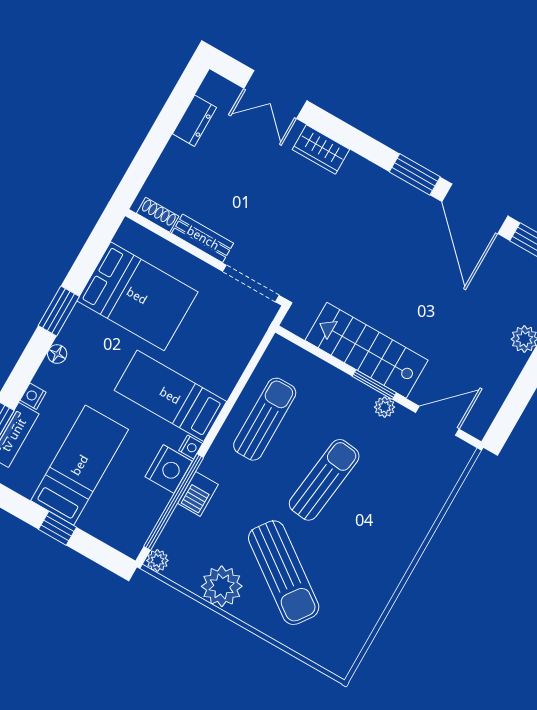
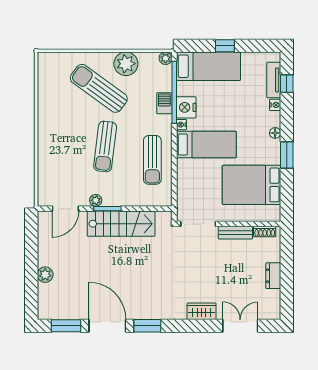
dresser: (194, 121) -> (273, 276), moved
bed: (80, 465) -> (208, 66), moved, turned -90

